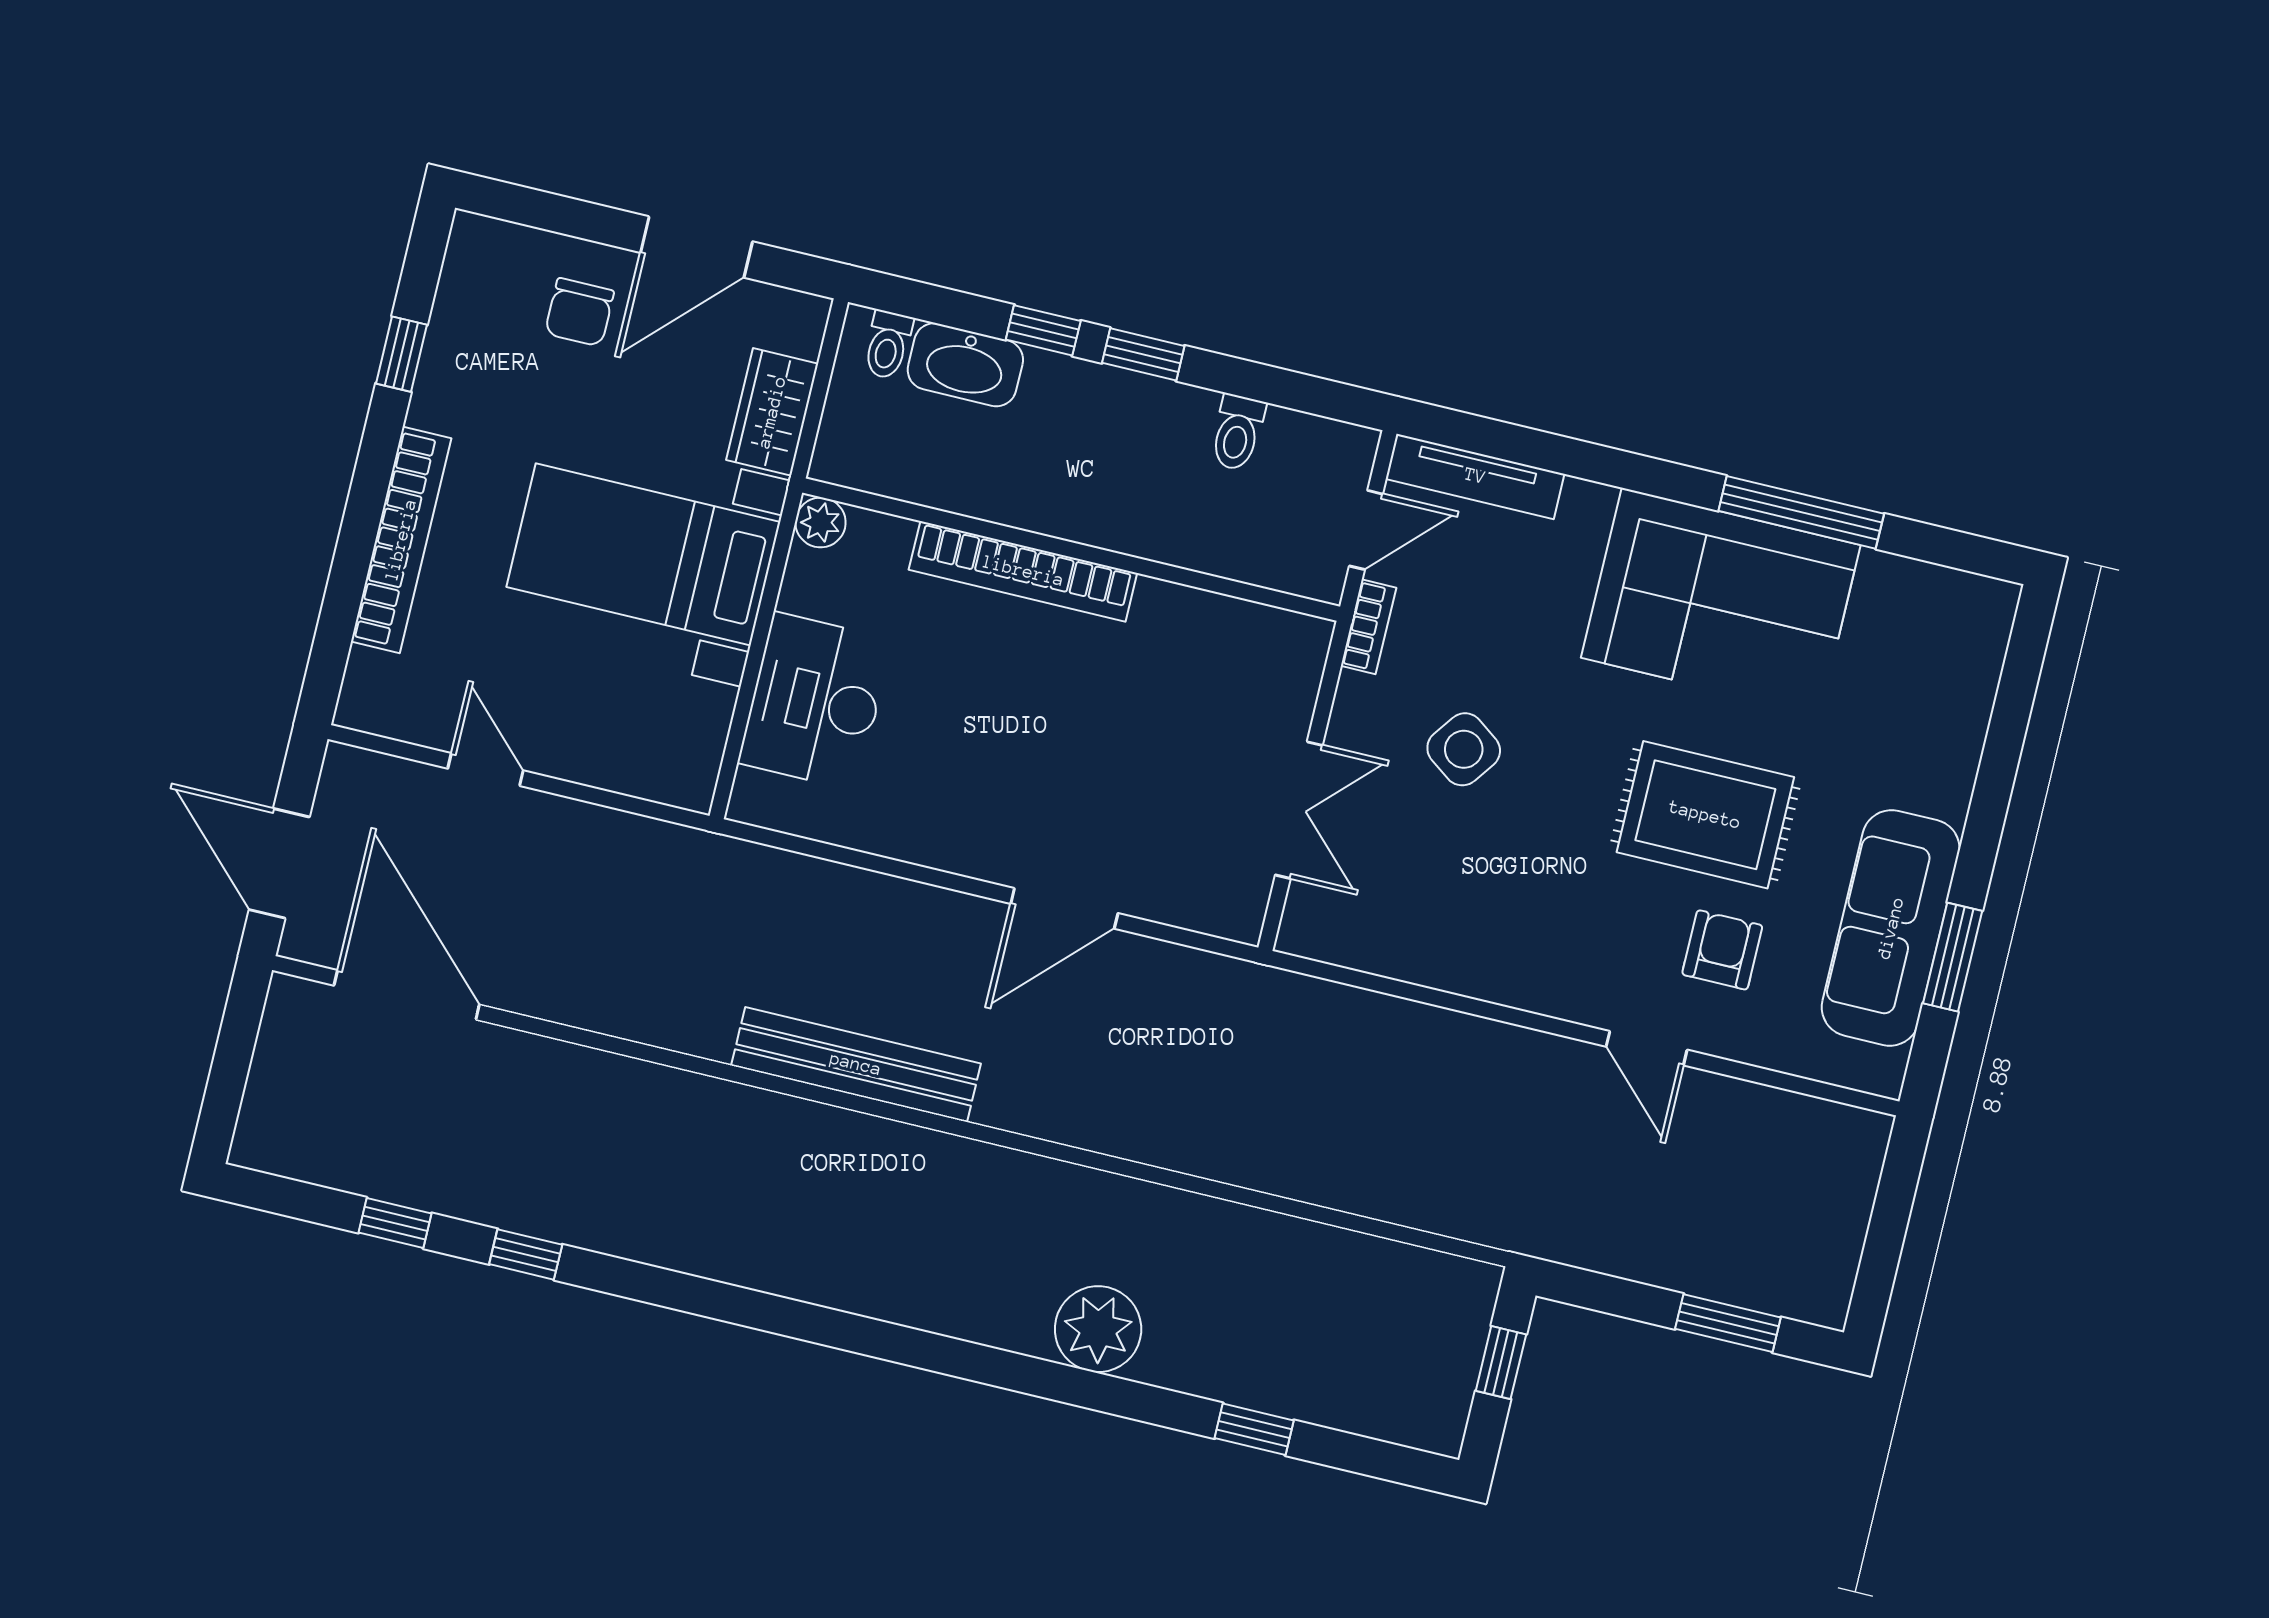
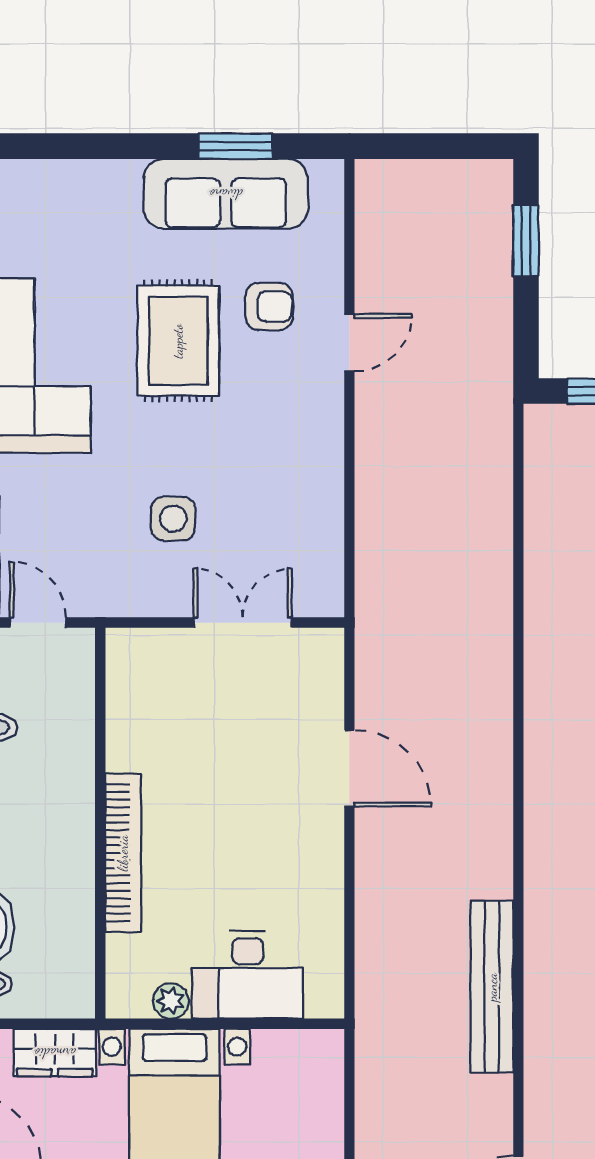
plant: (821, 522) -> (171, 1001), moved
bookcase: (1369, 627) -> (104, 605), removed
side table: (1464, 749) -> (173, 519), turned -36
armchair: (1722, 950) -> (269, 307), turned 180
bench: (856, 1064) -> (492, 987), moved

